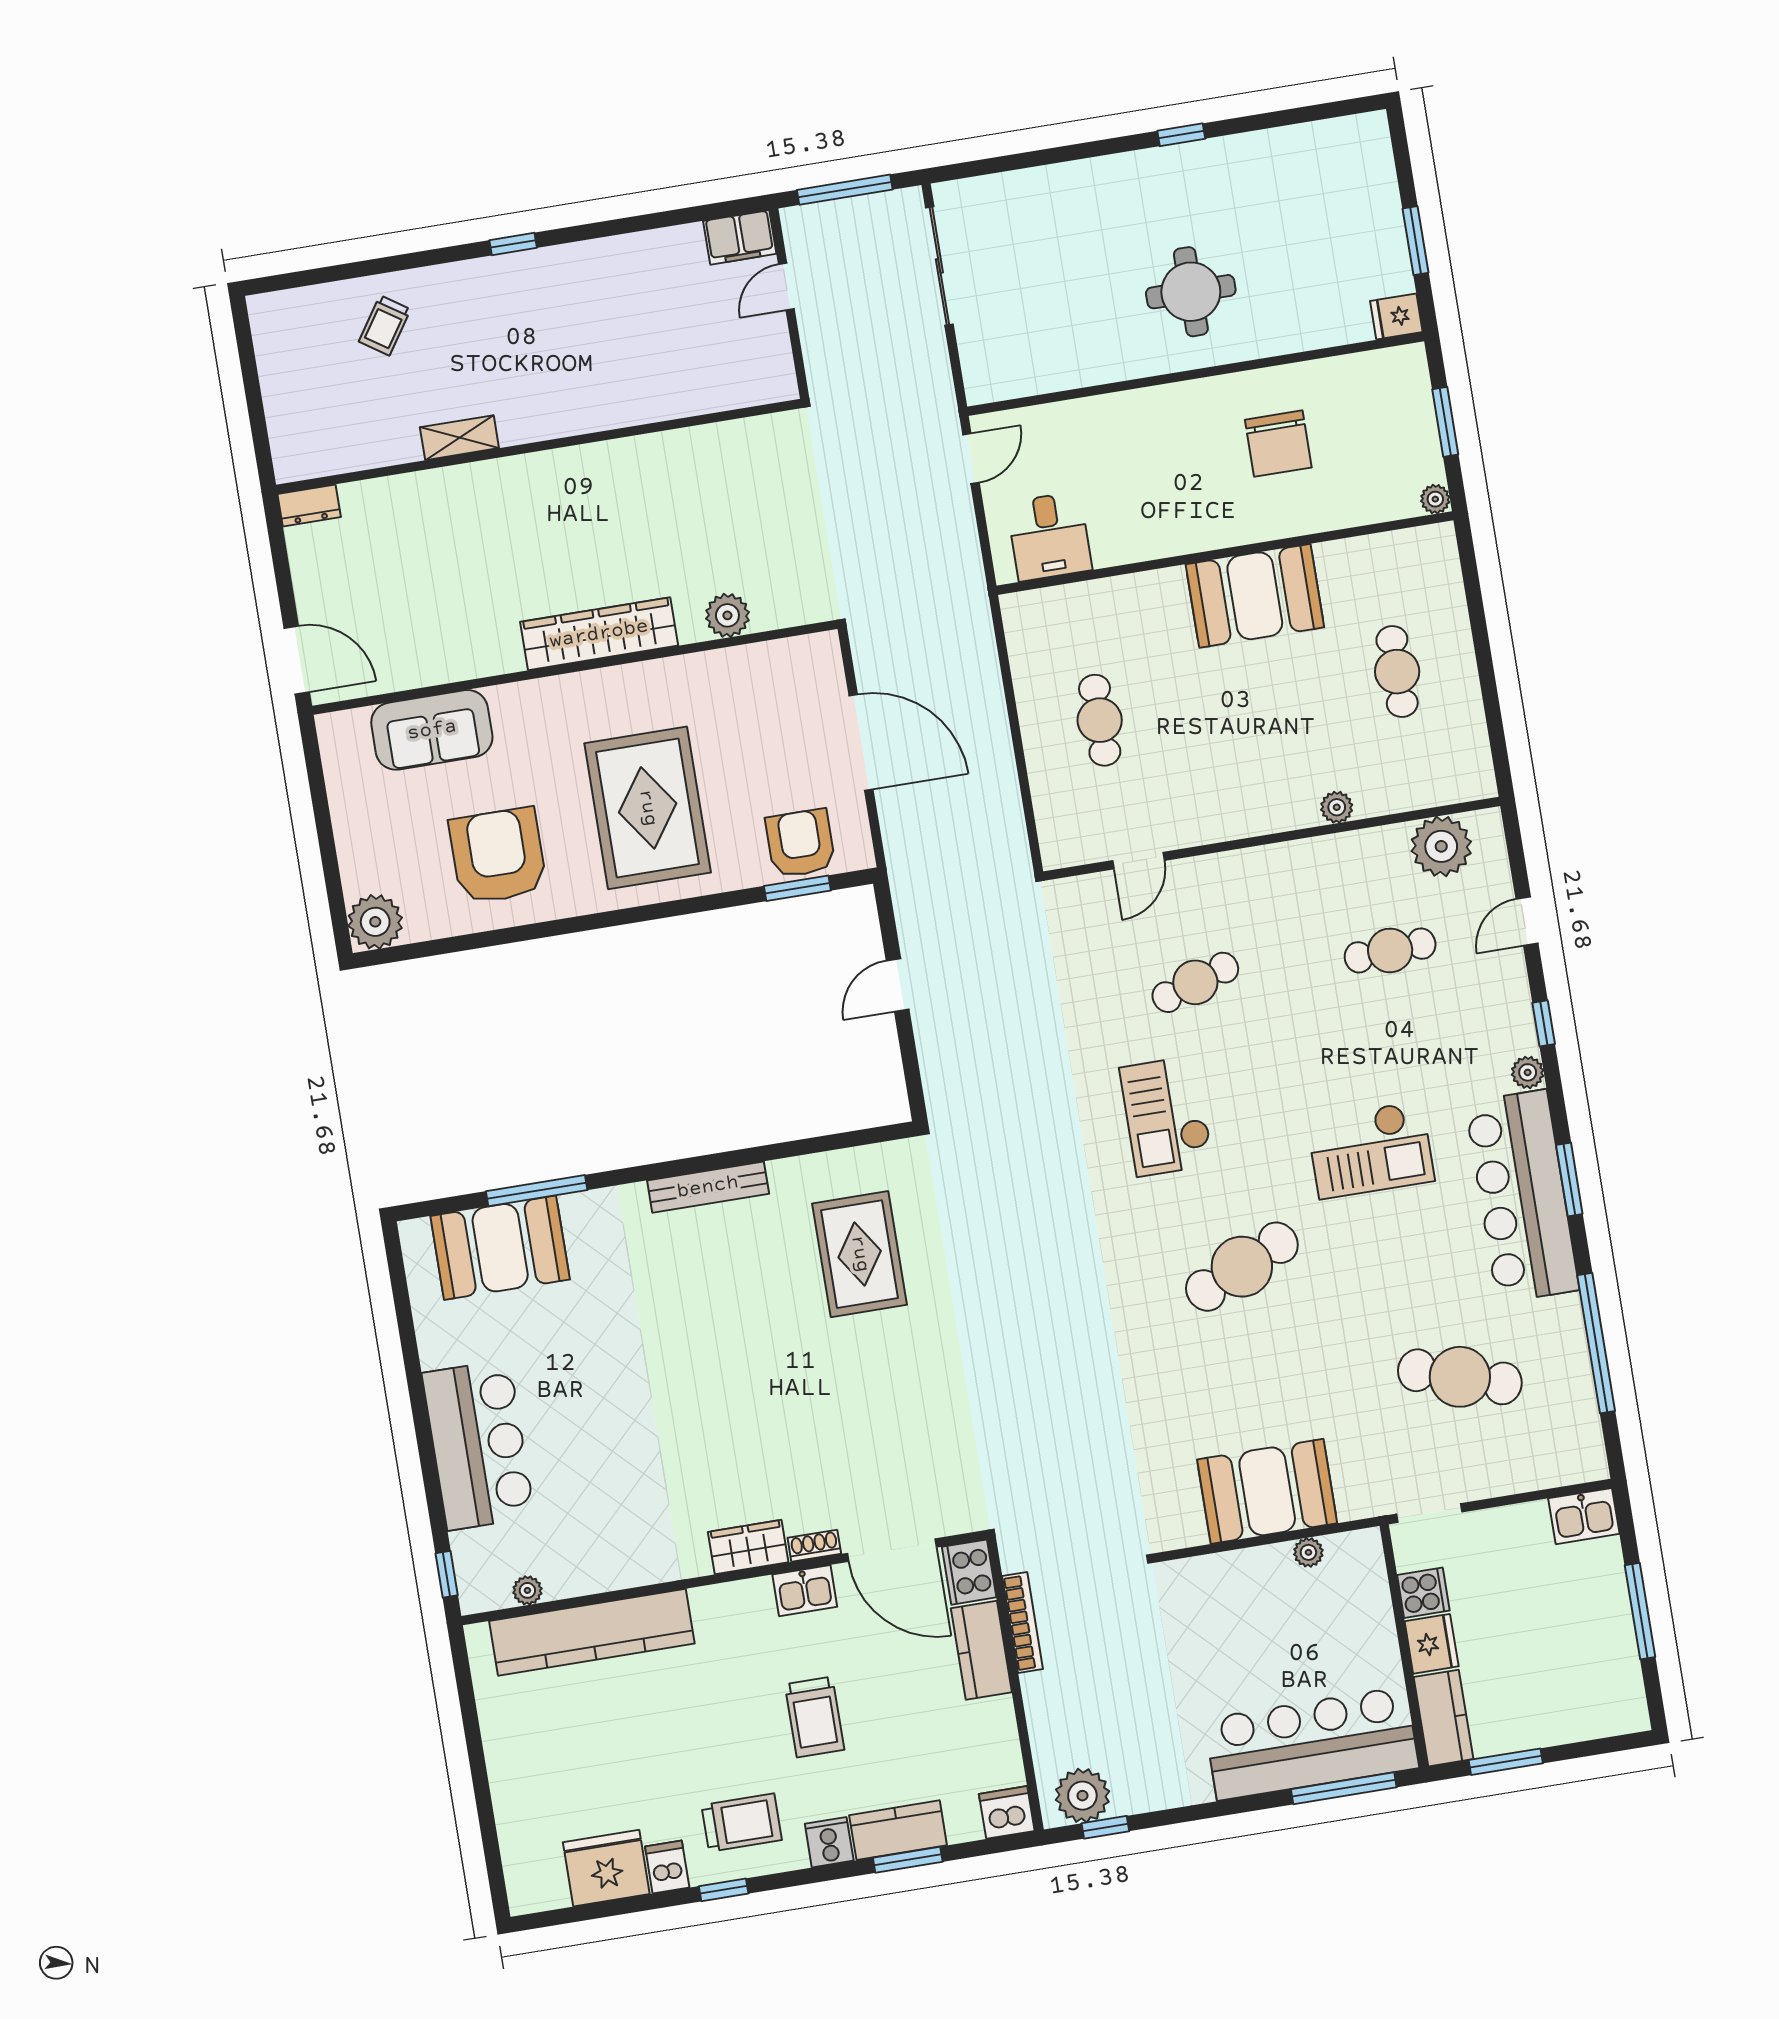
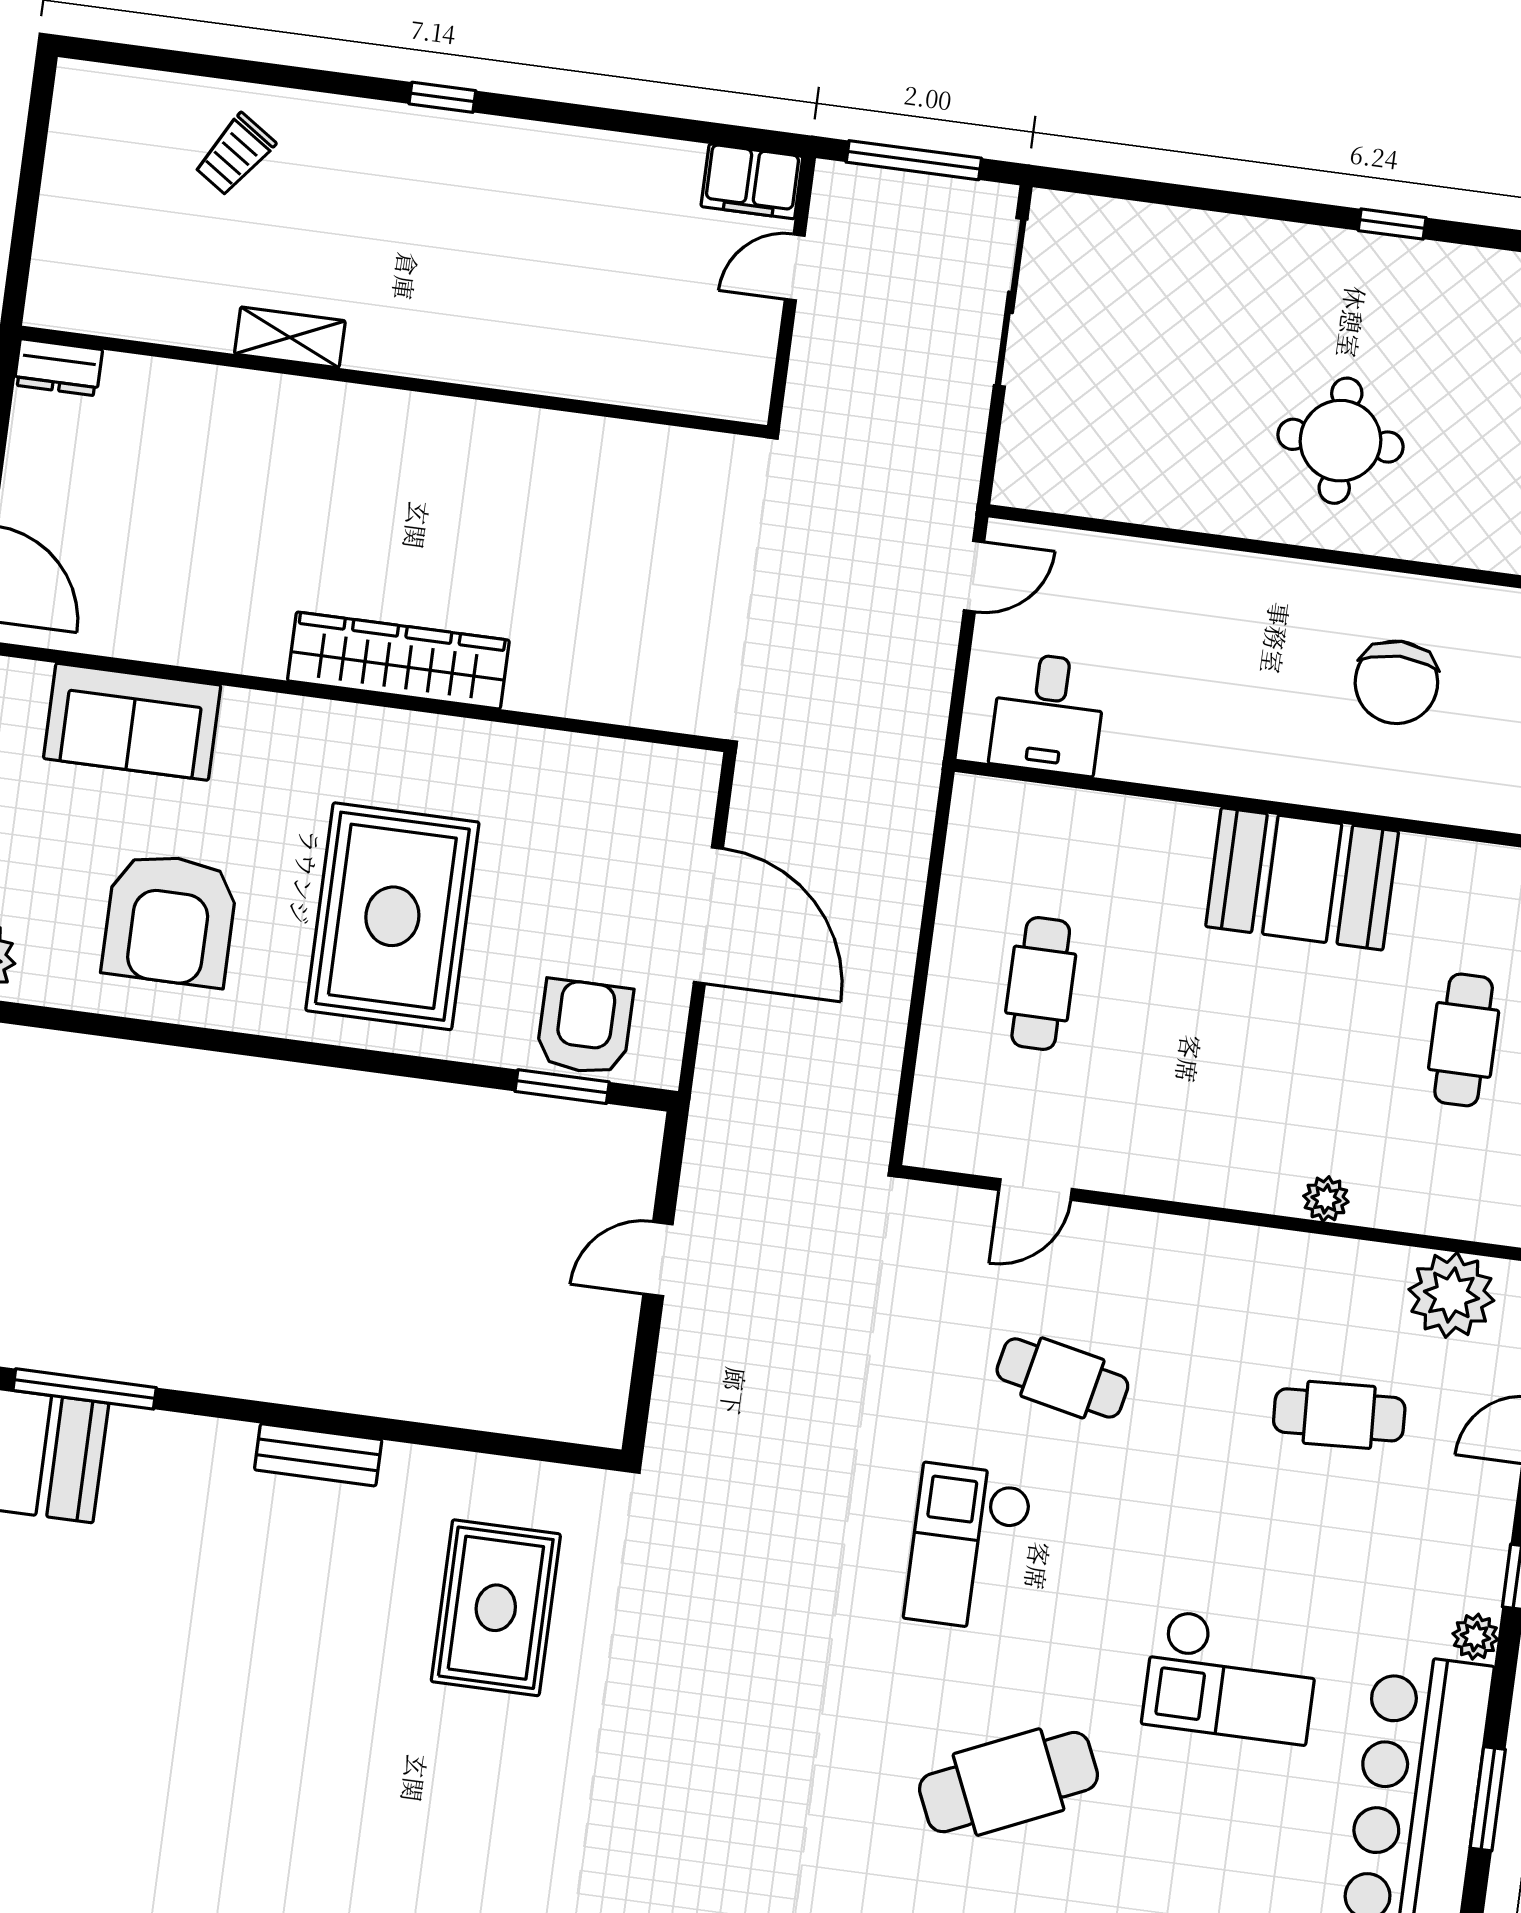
plant: (727, 615) -> (580, 688), removed
armchair: (498, 856) -> (170, 920), turned 180
cafe table: (1195, 982) -> (1062, 1378), turned 30
bench: (708, 1187) -> (318, 1455), width x0.73

